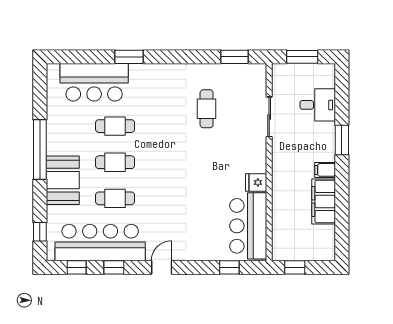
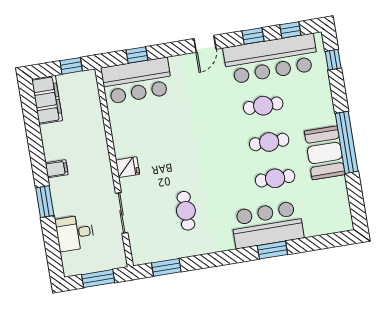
bar counter: (94, 82) -> (267, 225), moved
booth: (63, 180) -> (325, 153), moved
fridge: (256, 182) -> (128, 167), moved
filing cabinet: (324, 202) -> (47, 100), moved
bar counter: (248, 226) -> (137, 81), moved, turned 90

